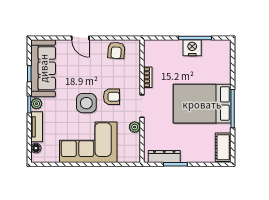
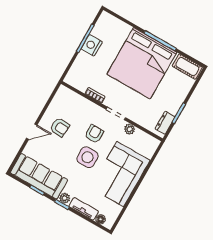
armchair: (116, 50) -> (60, 127), moved
bed: (202, 104) -> (142, 63), width x1.36
dresser: (164, 156) -> (165, 123), width x0.70

